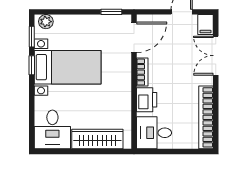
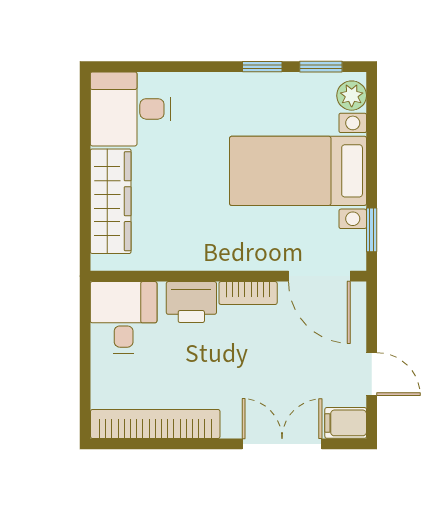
bed with nightstands: (68, 67) -> (298, 171), moved, turned 90

